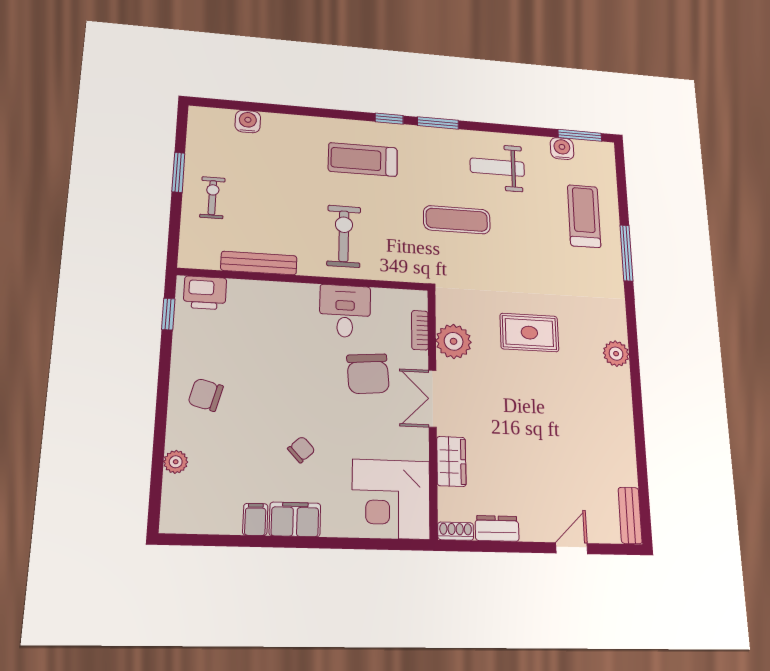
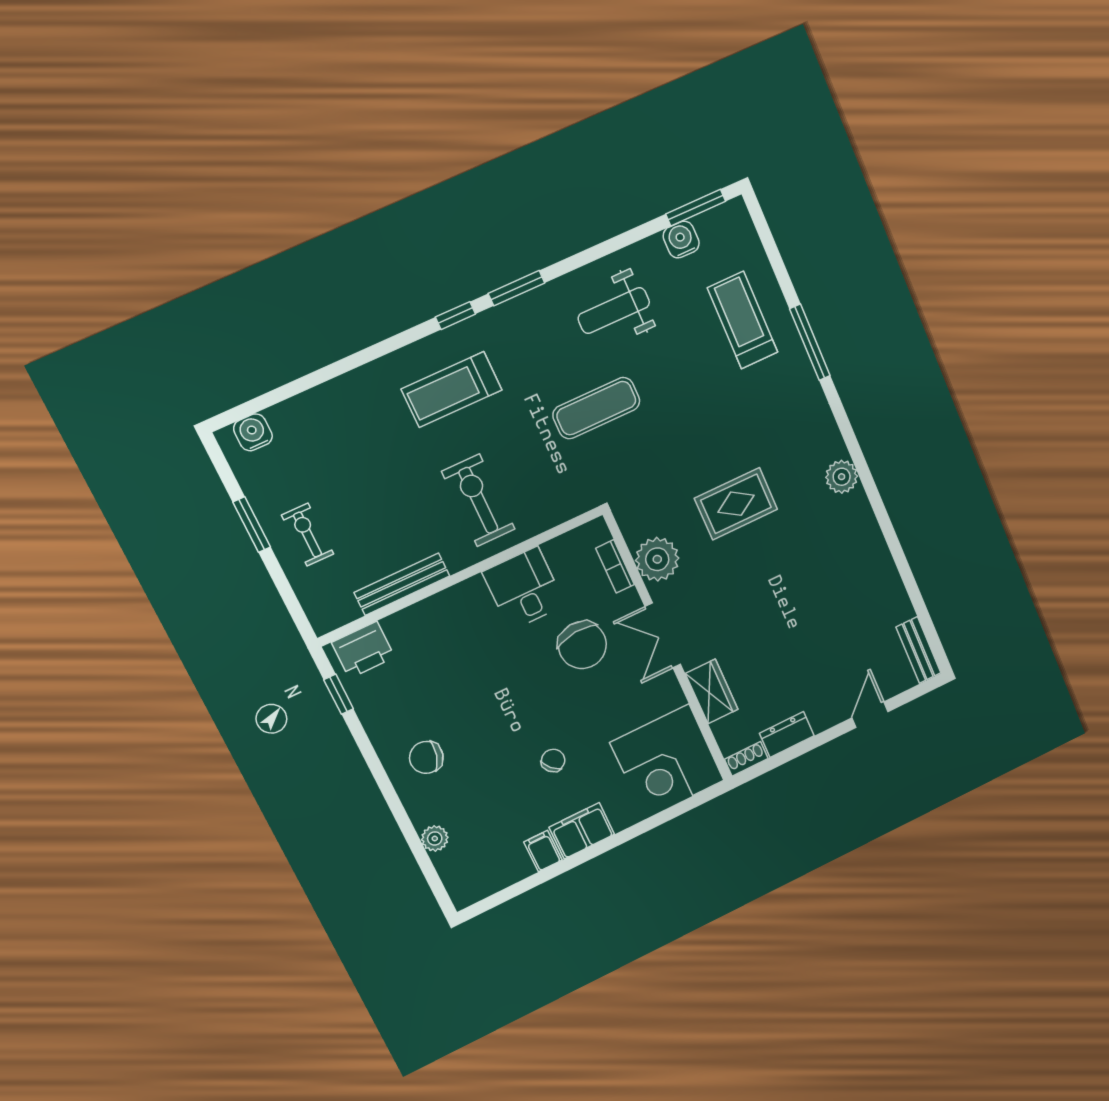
water cooler: (248, 122) -> (253, 432), moved

